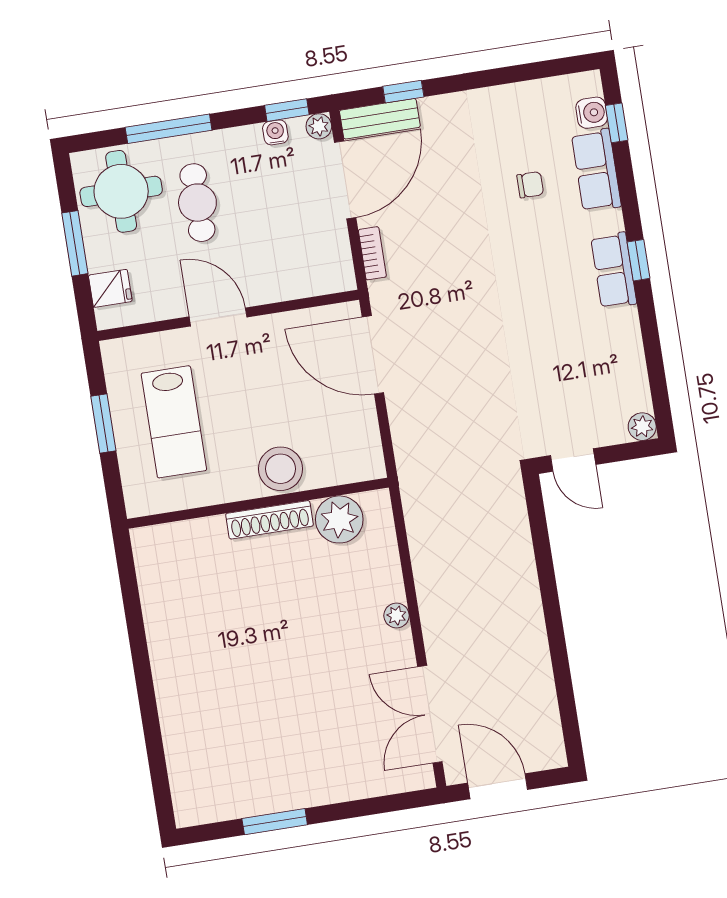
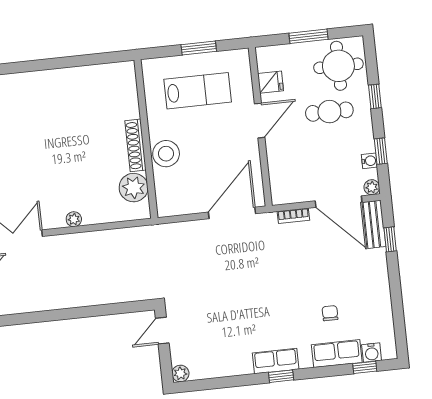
window: (287, 110) -> (381, 151), moved
window: (169, 129) -> (375, 96), width x0.46
chair: (530, 185) -> (330, 313), turned 180
fridge: (110, 288) -> (271, 82), moved, turned -90
lab bench: (174, 422) -> (198, 91), turned 180

